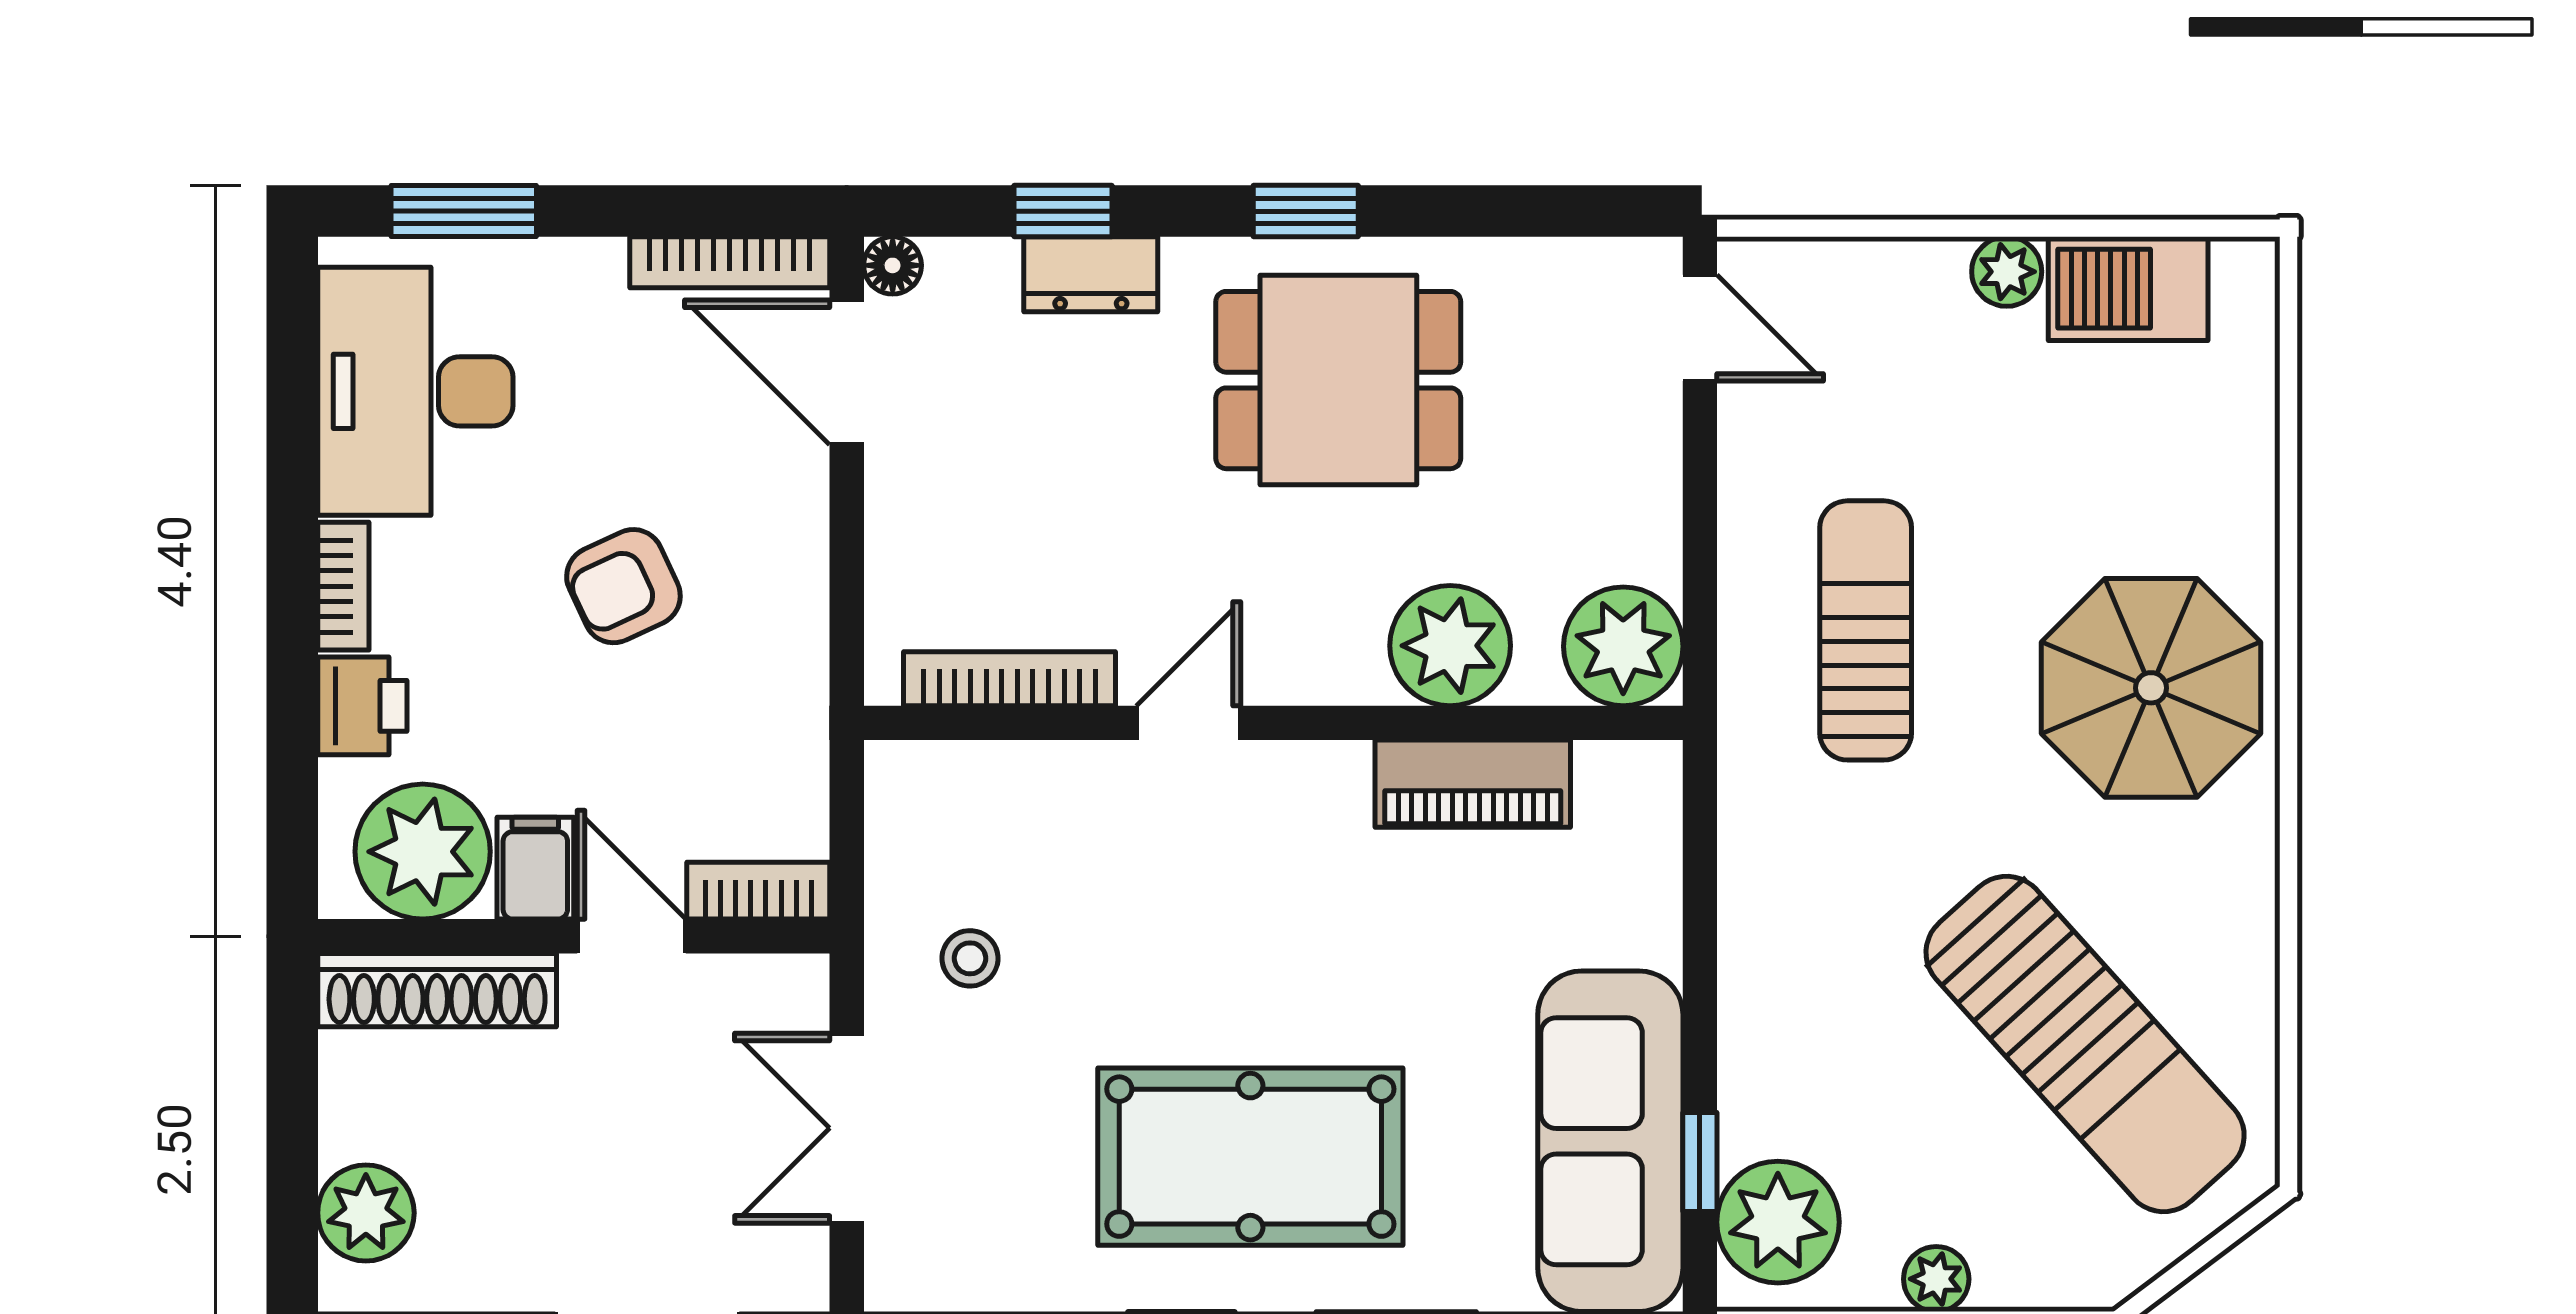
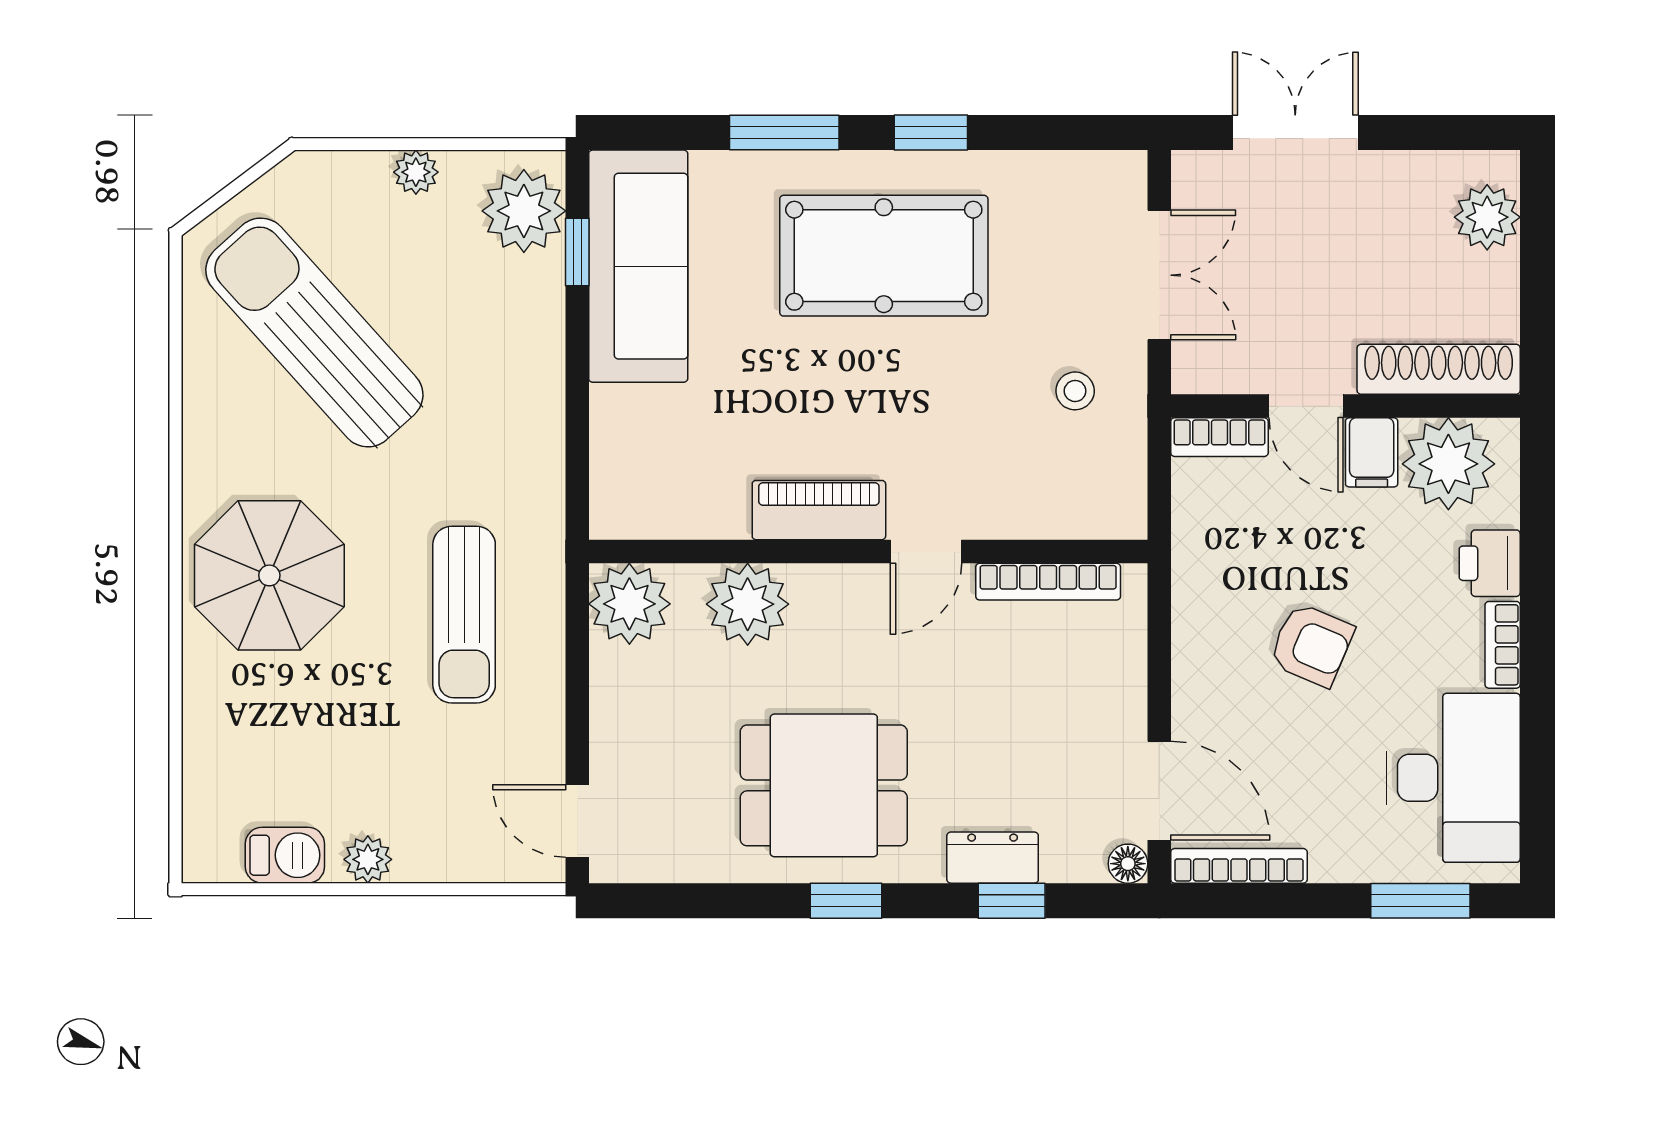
barbecue: (2128, 289) -> (285, 855), width x0.73, depth x0.79
armchair: (623, 586) -> (1311, 645), turned 48
piano: (1473, 784) -> (819, 510), moved

